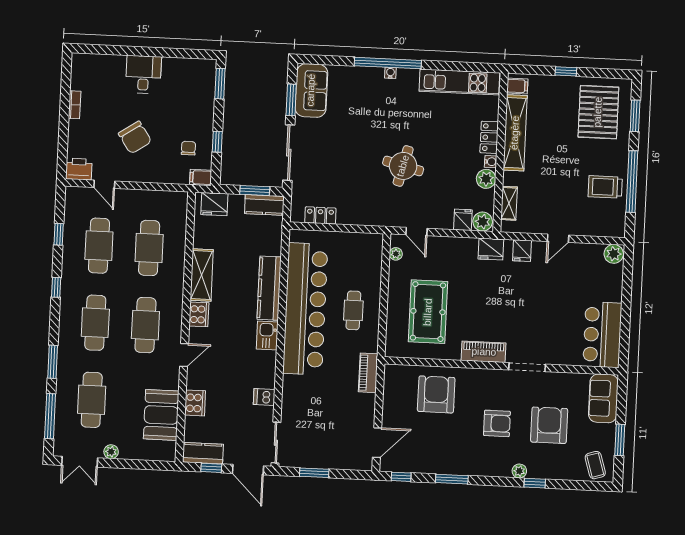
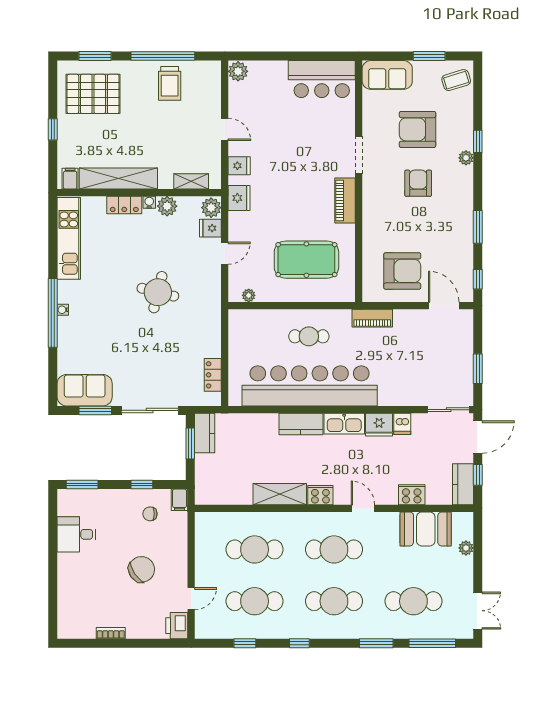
desk: (143, 74) -> (76, 534), moved
fridge: (214, 204) -> (379, 425), moved, turned 90
door: (416, 232) -> (225, 253), moved
kitchen counter: (269, 288) -> (301, 424), width x0.67
kitchen sink: (267, 335) -> (344, 424), width x1.38
armchair: (436, 394) -> (402, 271), moved, turned 180
plant: (111, 452) -> (466, 548), moved

